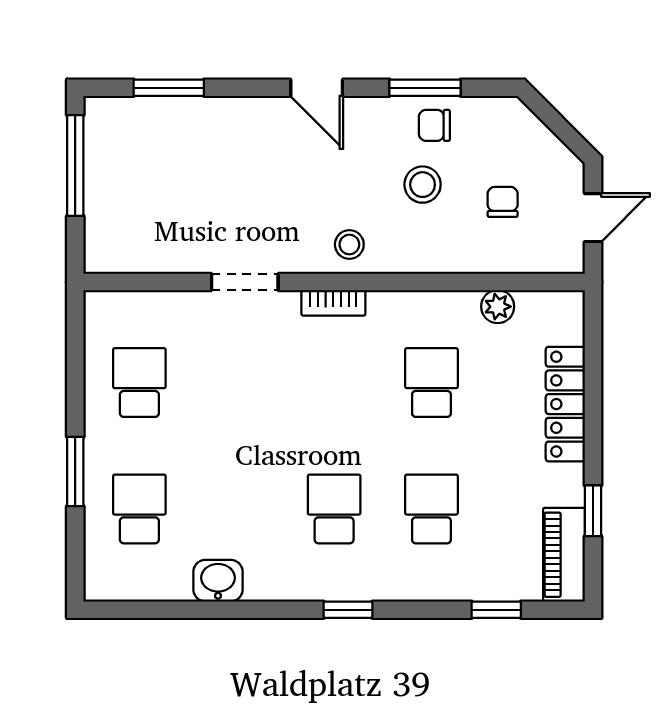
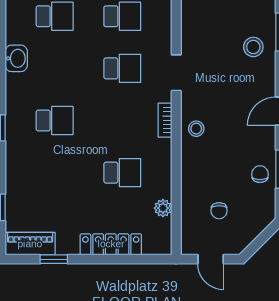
stool: (423, 185) -> (253, 47), moved
chair: (503, 202) -> (219, 211), turned 90
school desk: (431, 509) -> (122, 68), moved

